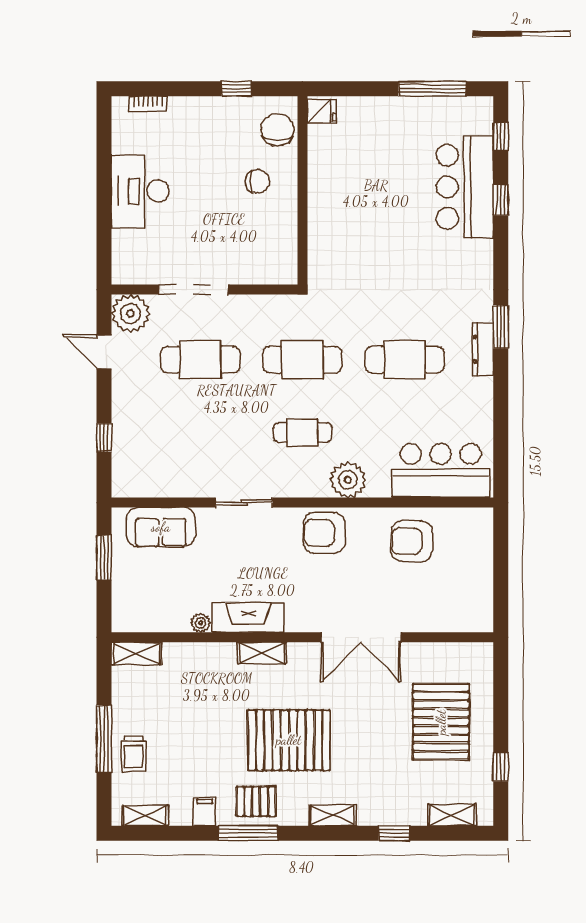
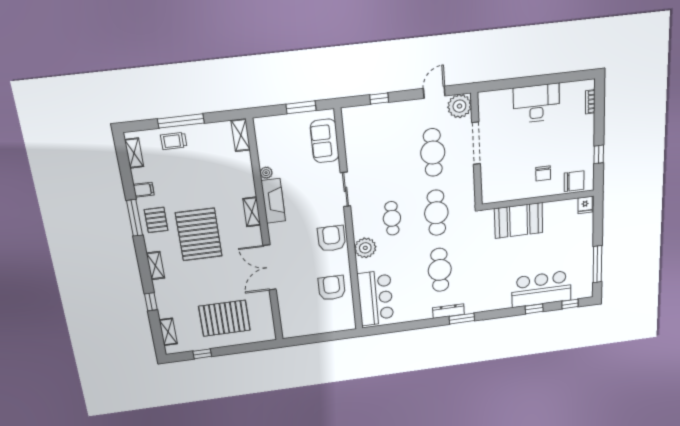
booth: (334, 224) -> (519, 221), added

